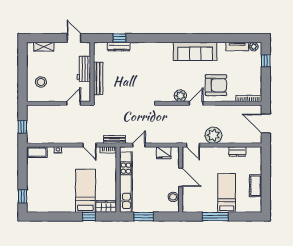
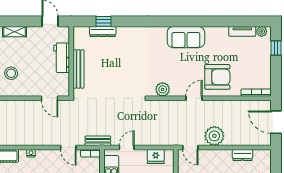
sofa: (195, 51) -> (186, 37), width x0.73
plant: (180, 96) -> (163, 89), moved
door: (74, 103) -> (50, 98), swing flipped

